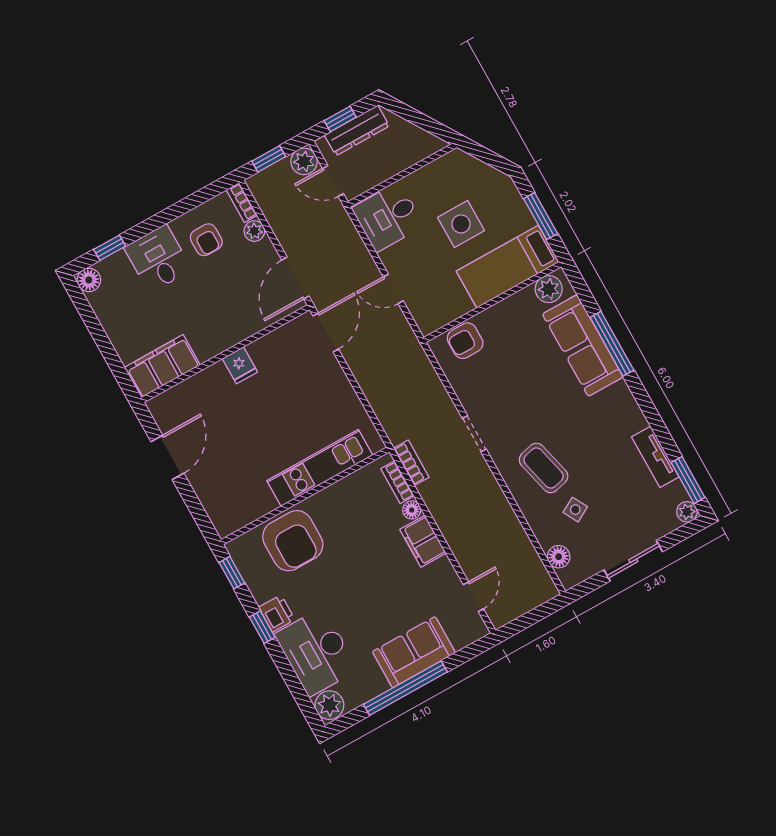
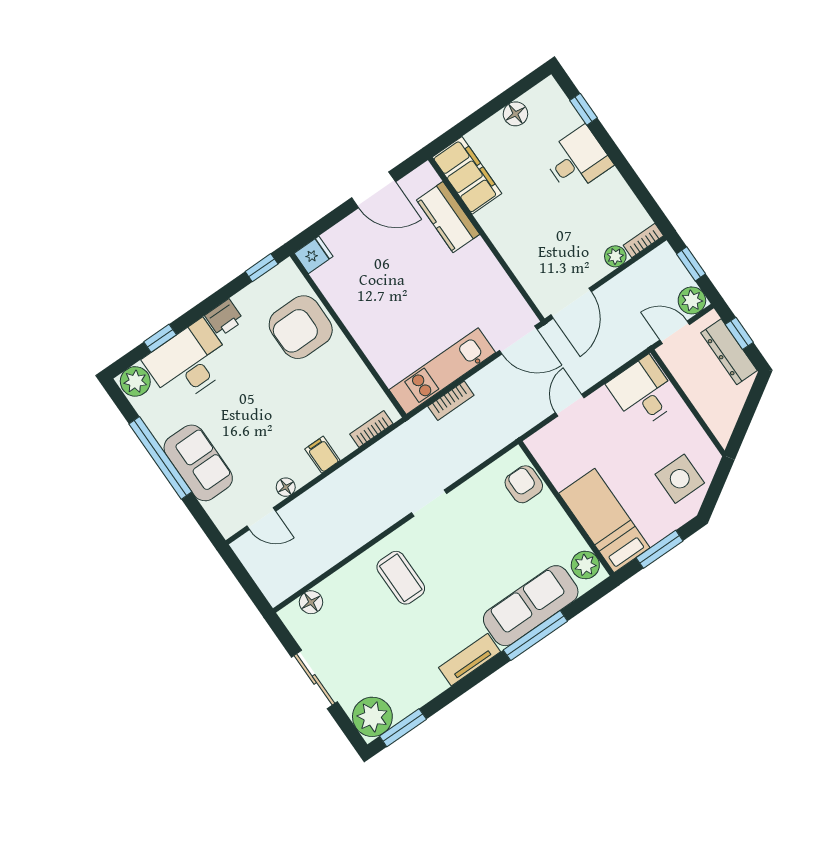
door: (333, 181) -> (675, 332), hinge flipped
side table: (461, 224) -> (680, 479), moved
armchair: (206, 240) -> (601, 208), removed
door: (295, 278) -> (571, 303), swing flipped
floor lamp: (89, 280) -> (515, 114), moved
fridge: (240, 365) -> (314, 255), moved, turned 180
kitchen counter: (201, 388) -> (448, 217), added
tv unit: (655, 457) -> (470, 660), moved
bookcase: (411, 463) -> (451, 401), moved
kitchen unit: (320, 468) -> (442, 371), moved, turned -90
coffee table: (544, 468) -> (401, 578), turned -76
floor lamp: (412, 510) -> (286, 487), moved
side table: (575, 510) -> (361, 615), removed
plant: (687, 512) -> (372, 717), width x1.87, depth x1.87
filing cabinet: (423, 541) -> (322, 455), width x0.50
window: (262, 627) -> (160, 338), moved

